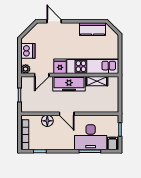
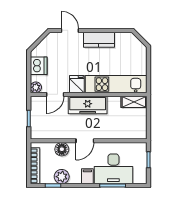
kitchen counter: (92, 29) -> (99, 40), moved
shelving: (97, 81) -> (134, 102), moved
door: (67, 114) -> (85, 141), hinge flipped
filing cabinet: (112, 143) -> (87, 176), moved
plant: (47, 144) -> (62, 177), added

